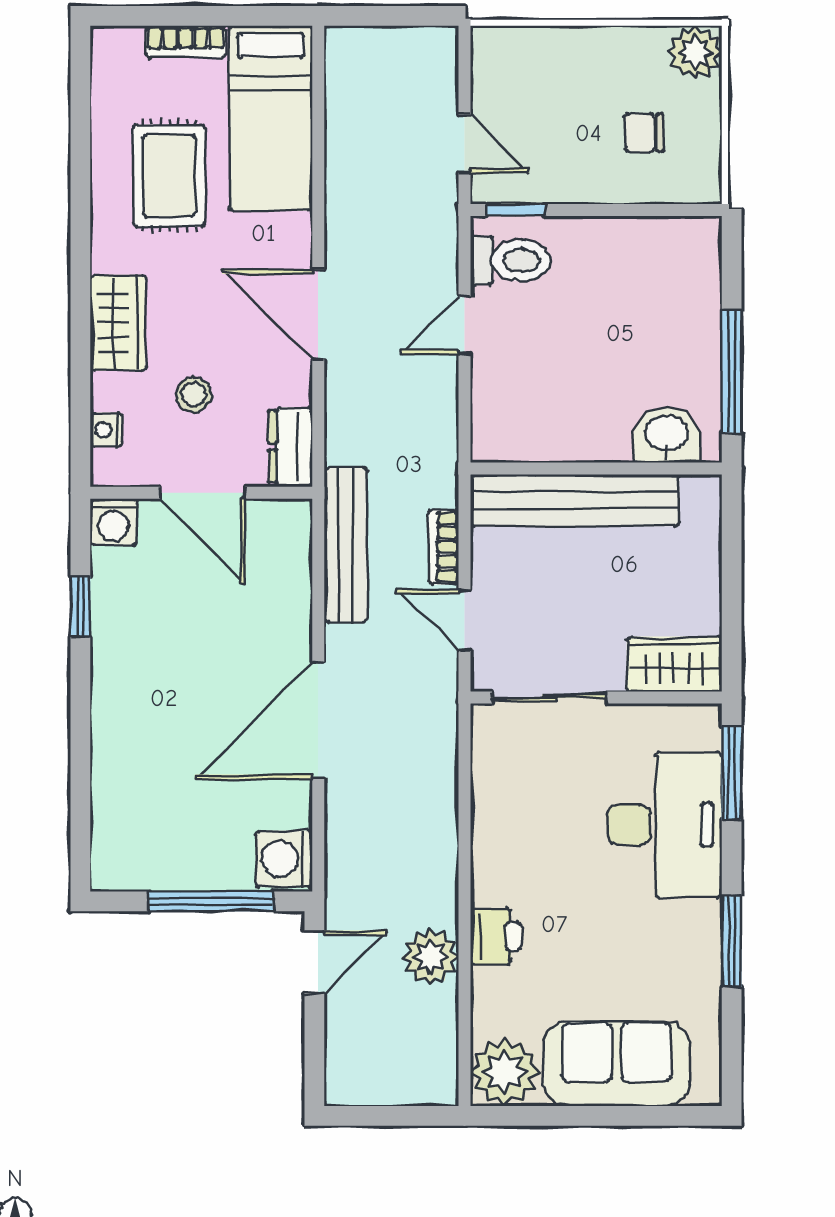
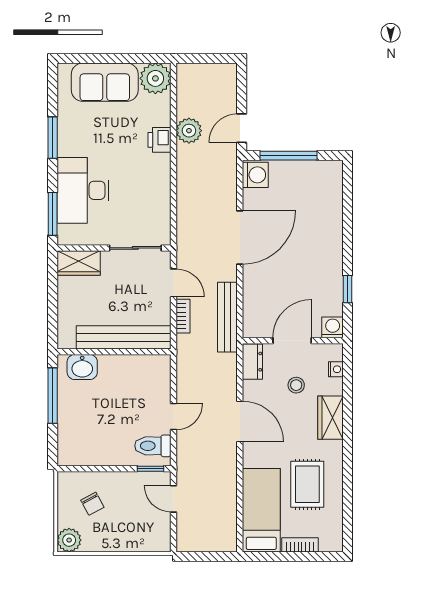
chair: (644, 133) -> (92, 504), turned 62
door: (203, 493) -> (292, 341), hinge flipped

